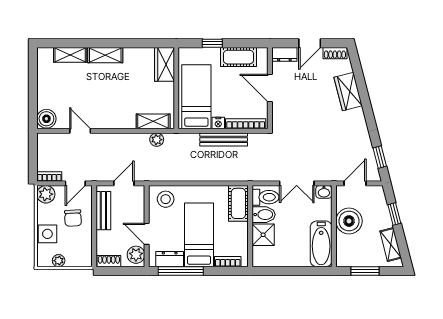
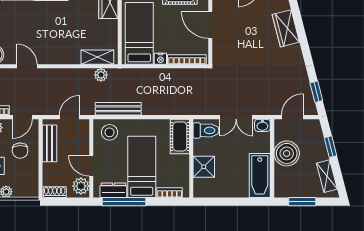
bench: (224, 139) -> (118, 109), moved
bidet: (264, 215) -> (204, 147), removed

